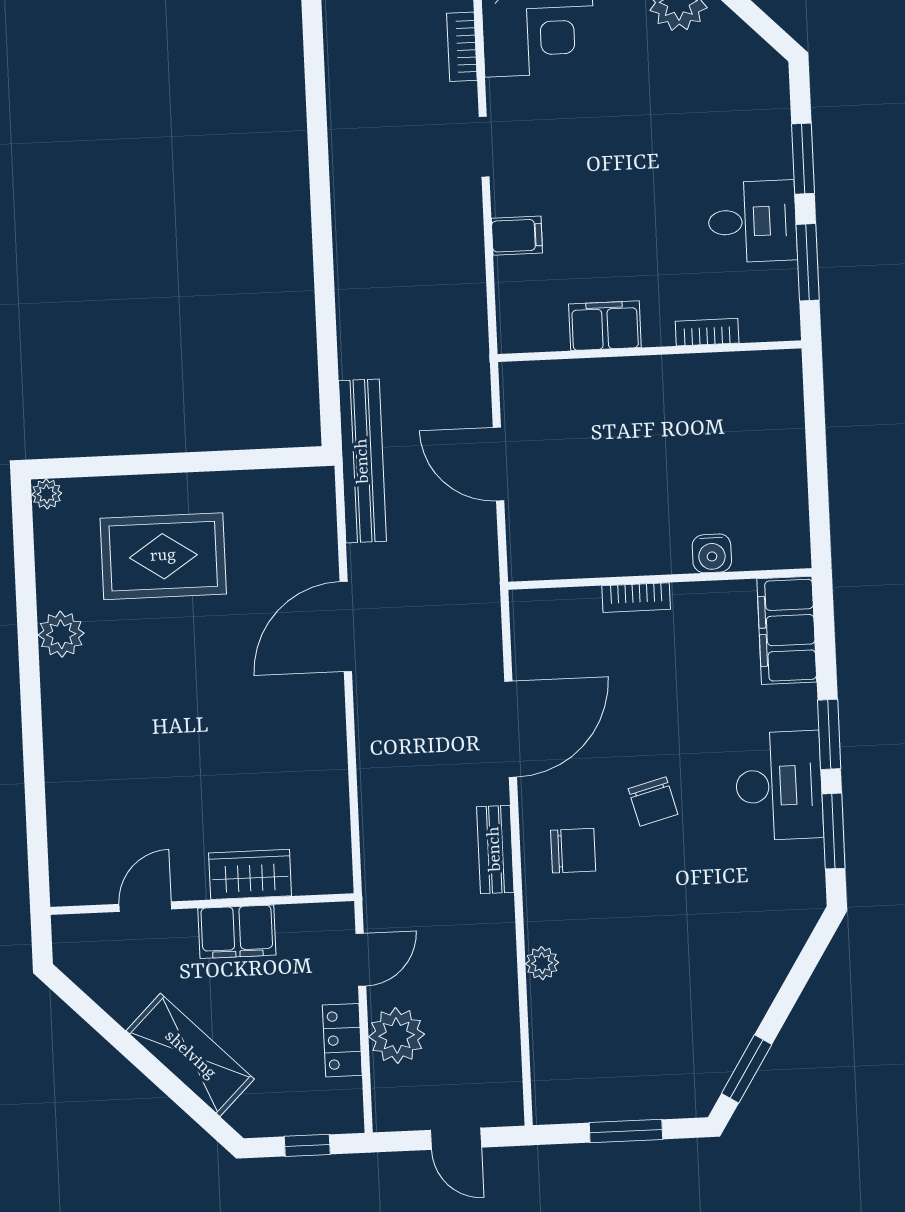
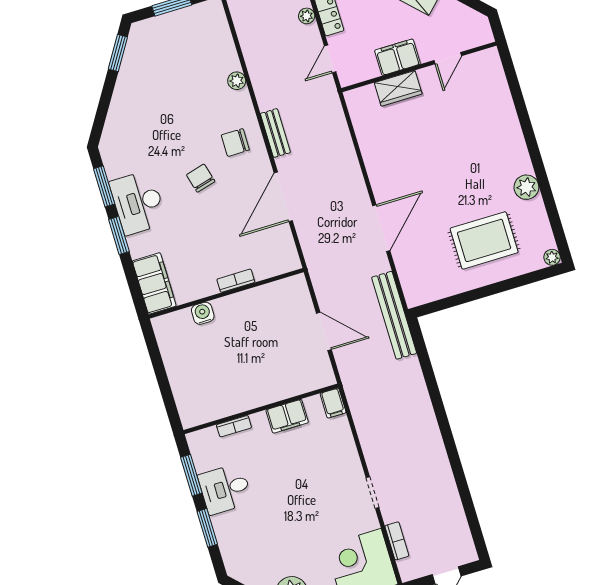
filing cabinet: (517, 236) -> (333, 403), moved, turned -90
plant: (397, 1036) -> (307, 16), width x0.53, depth x0.53

